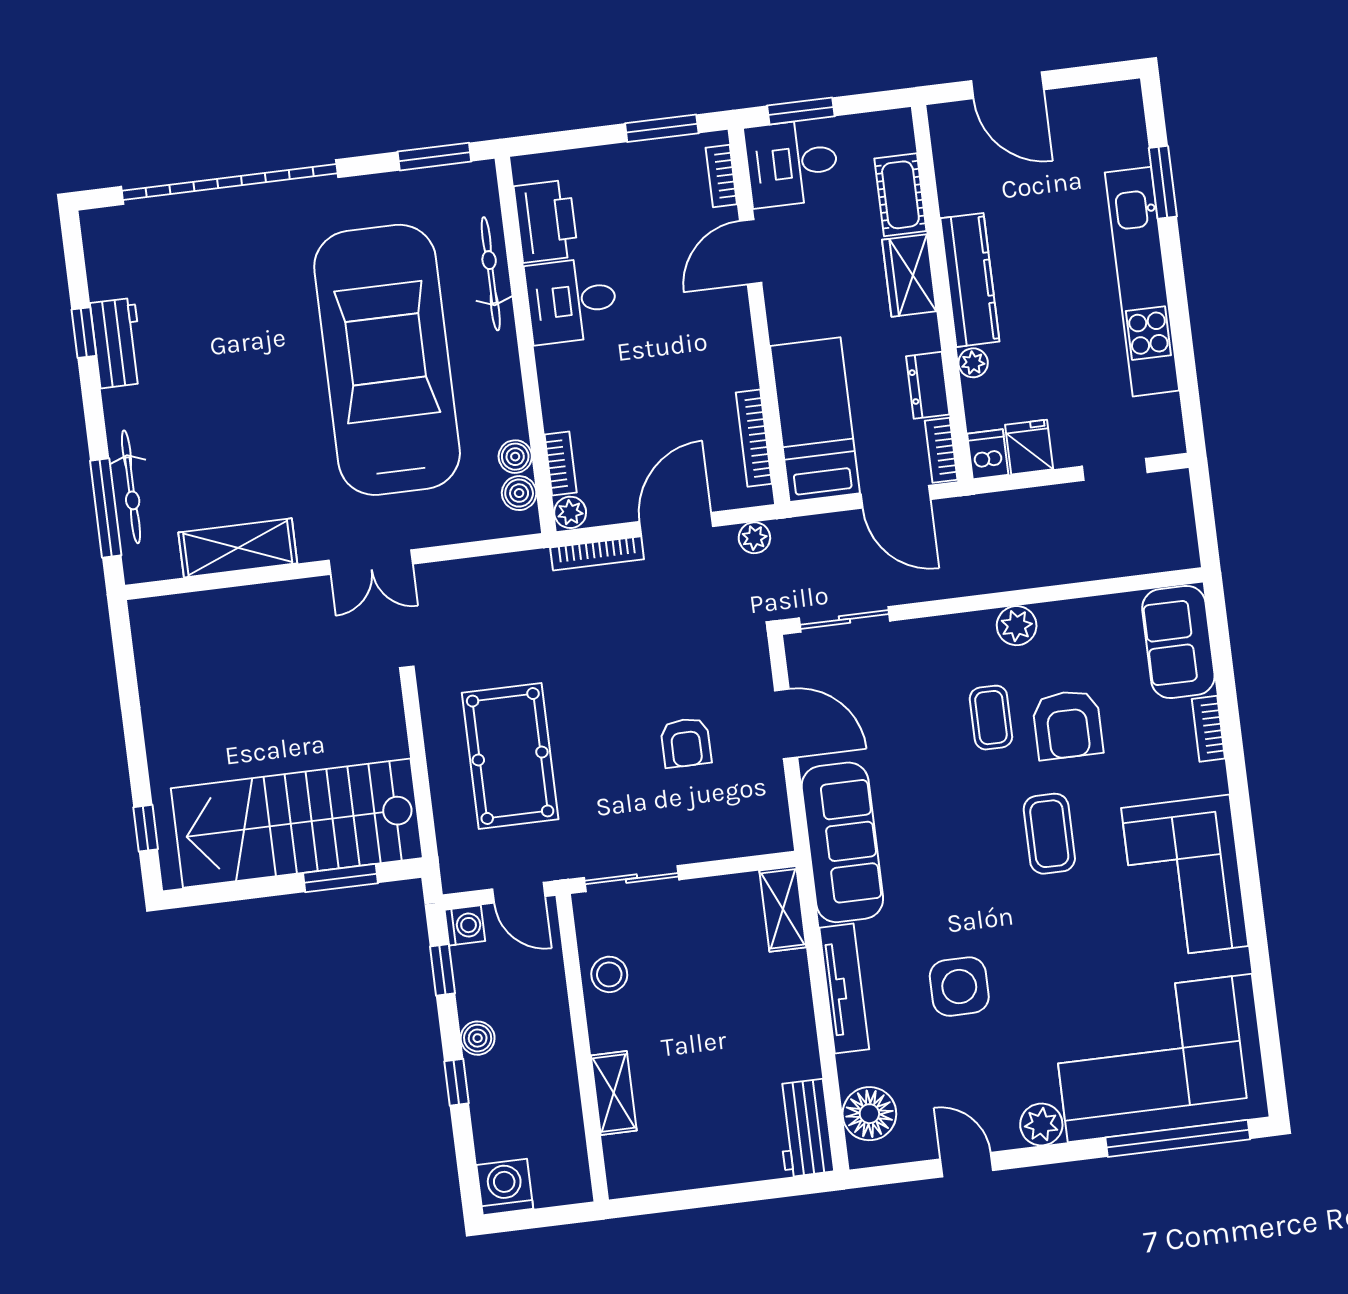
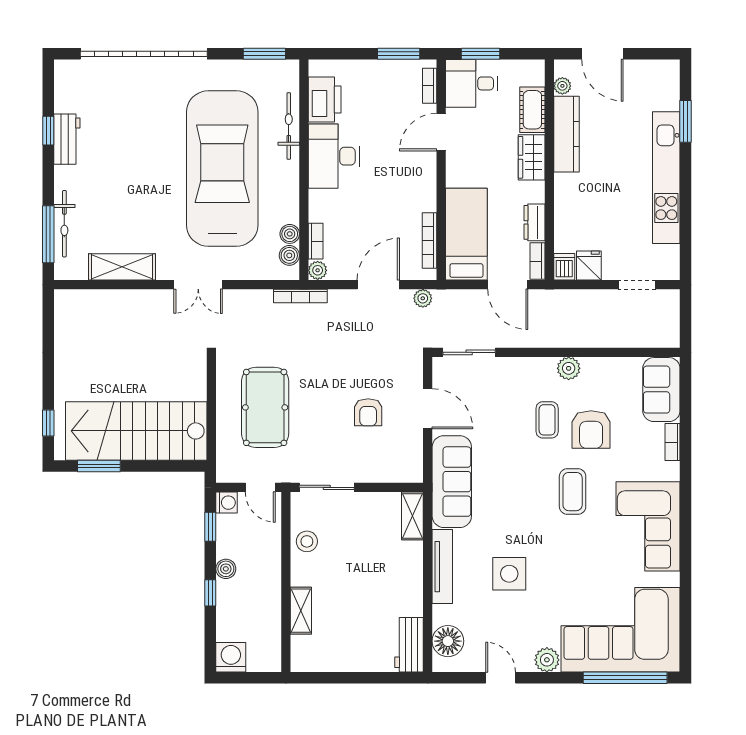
kitchen counter: (970, 280) -> (567, 134), moved
desk: (572, 301) -> (334, 156), width x1.37
plant: (973, 363) -> (562, 86), moved
bookcase: (597, 553) -> (300, 296), moved
window: (340, 878) -> (99, 466), moved

